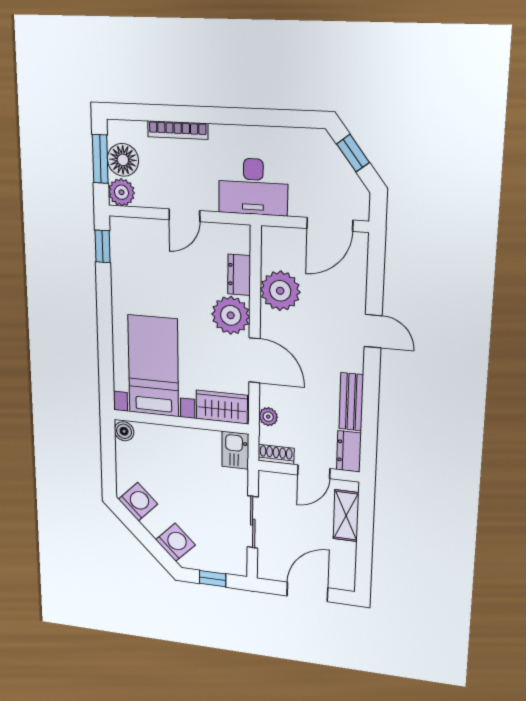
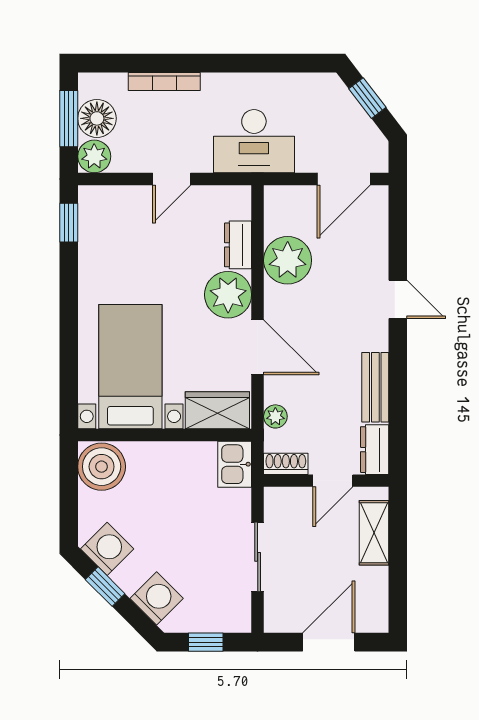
boiler: (124, 431) -> (102, 467), width x1.86, depth x1.86
window: (137, 529) -> (105, 587), added

